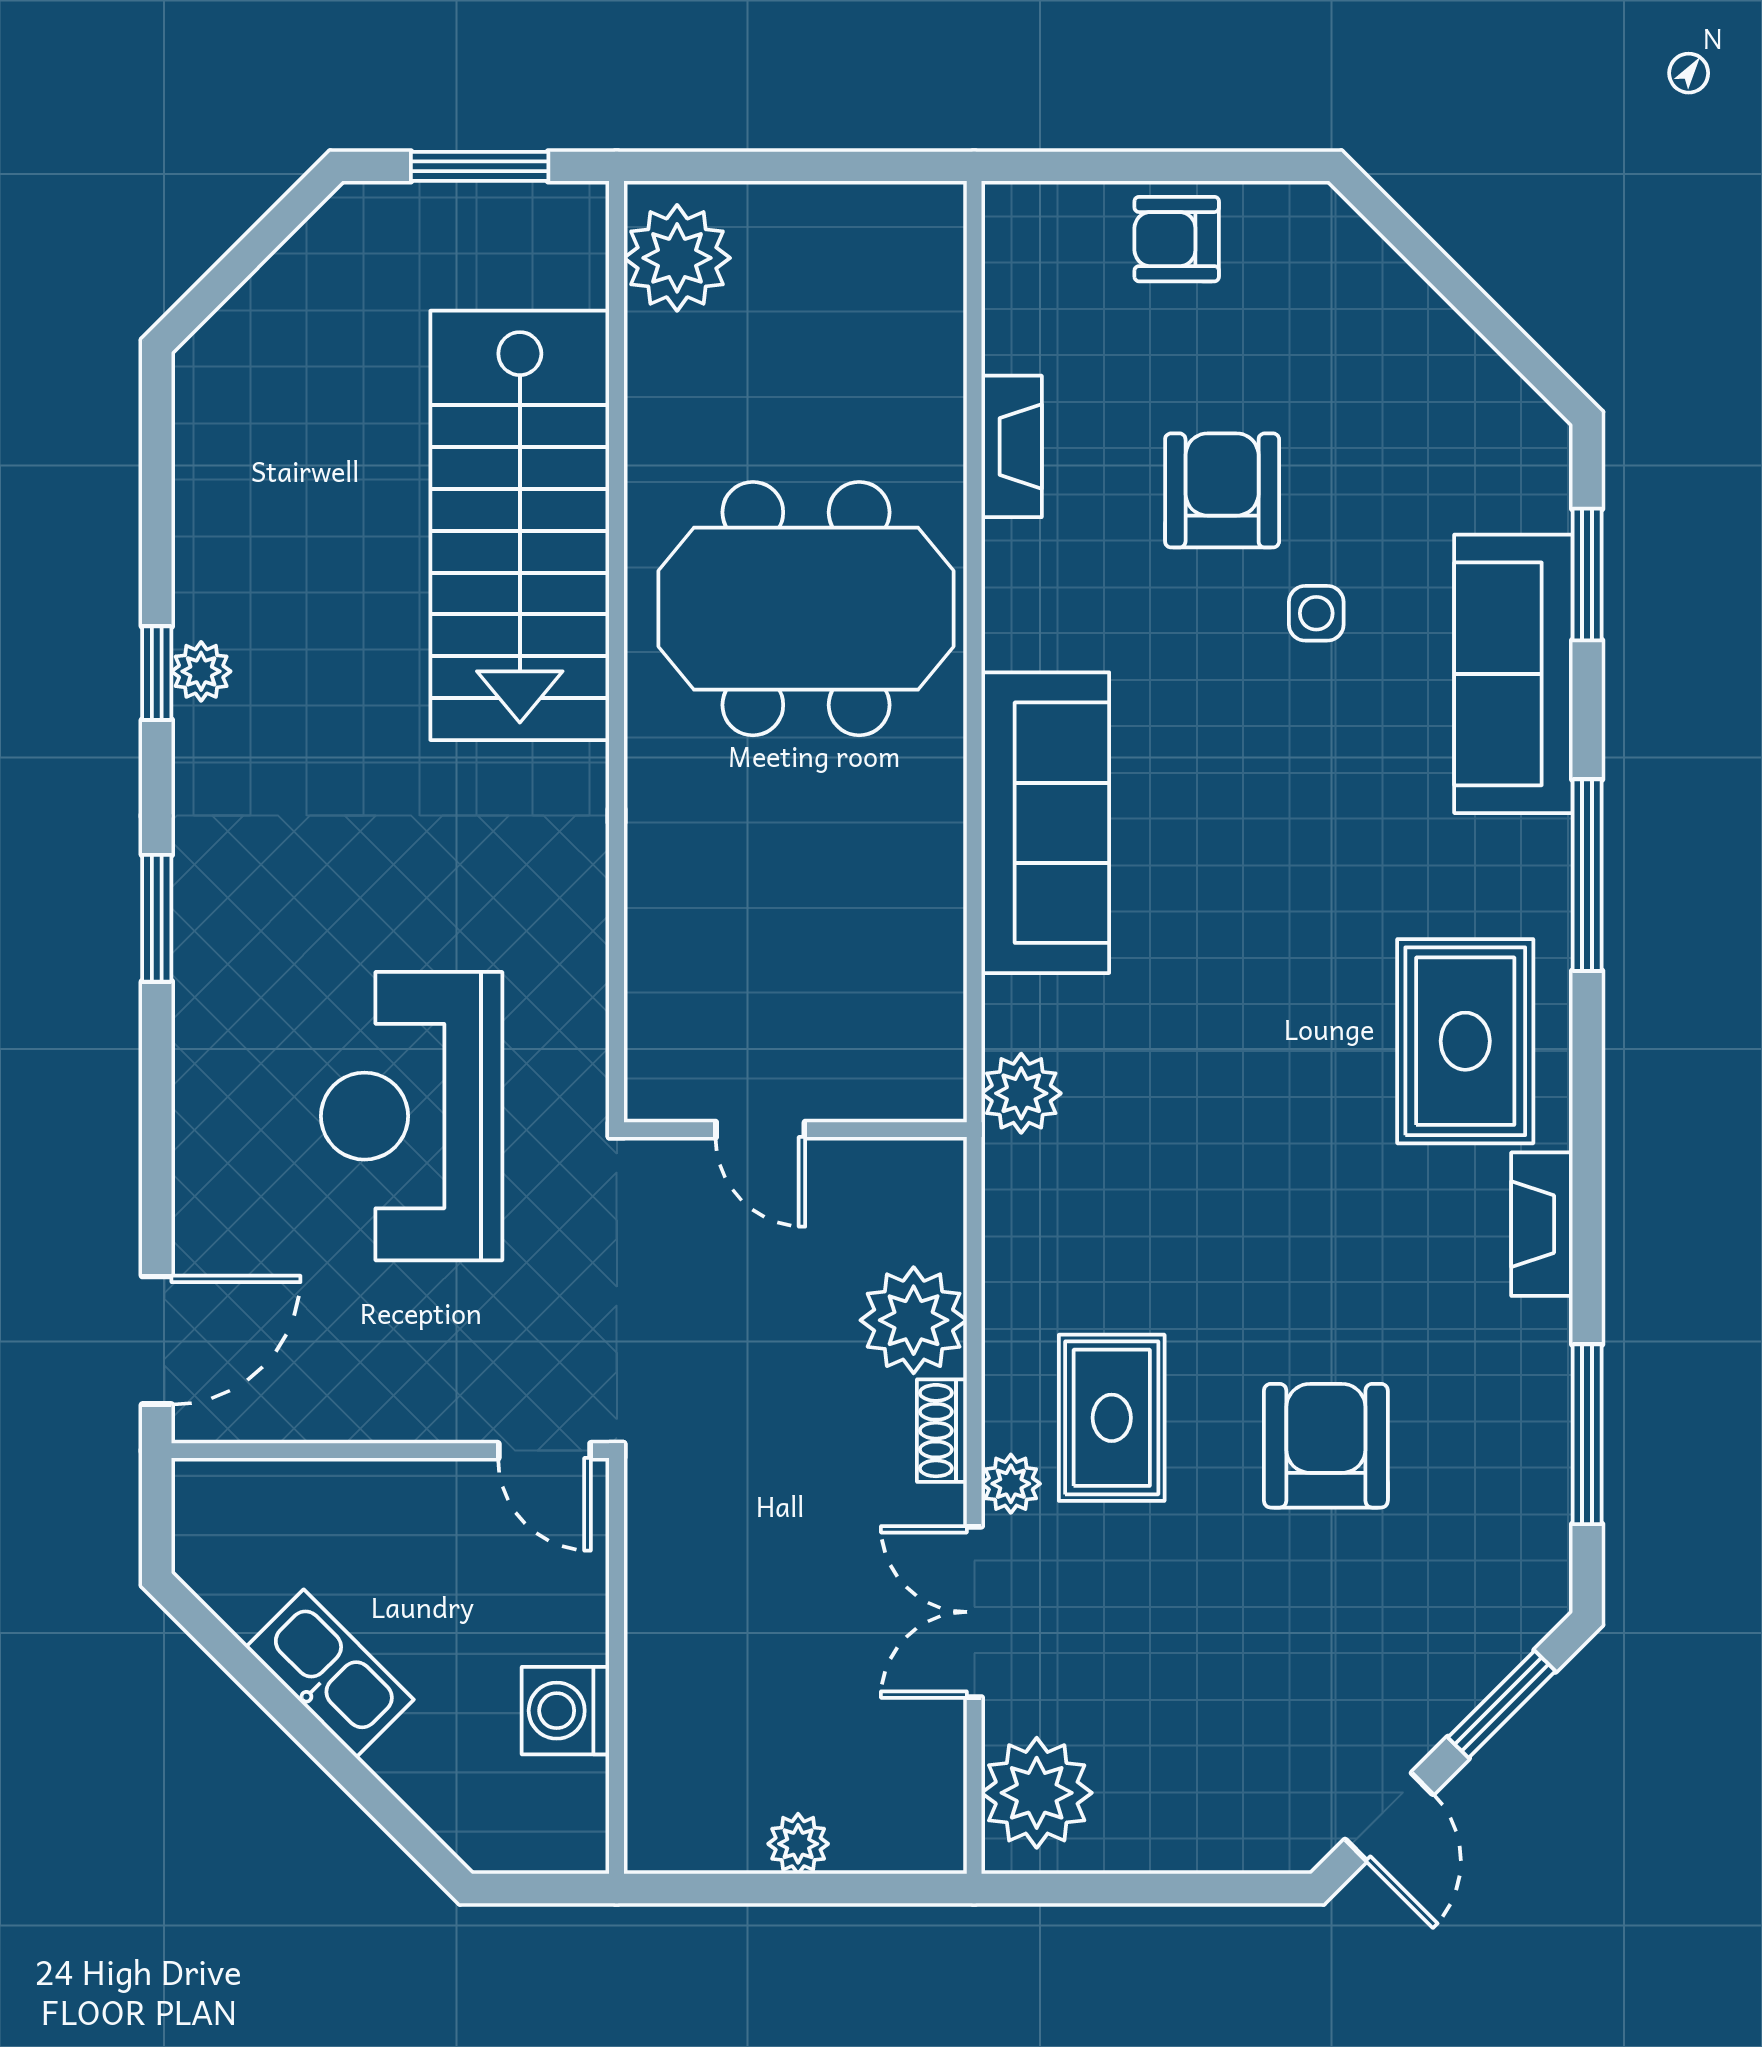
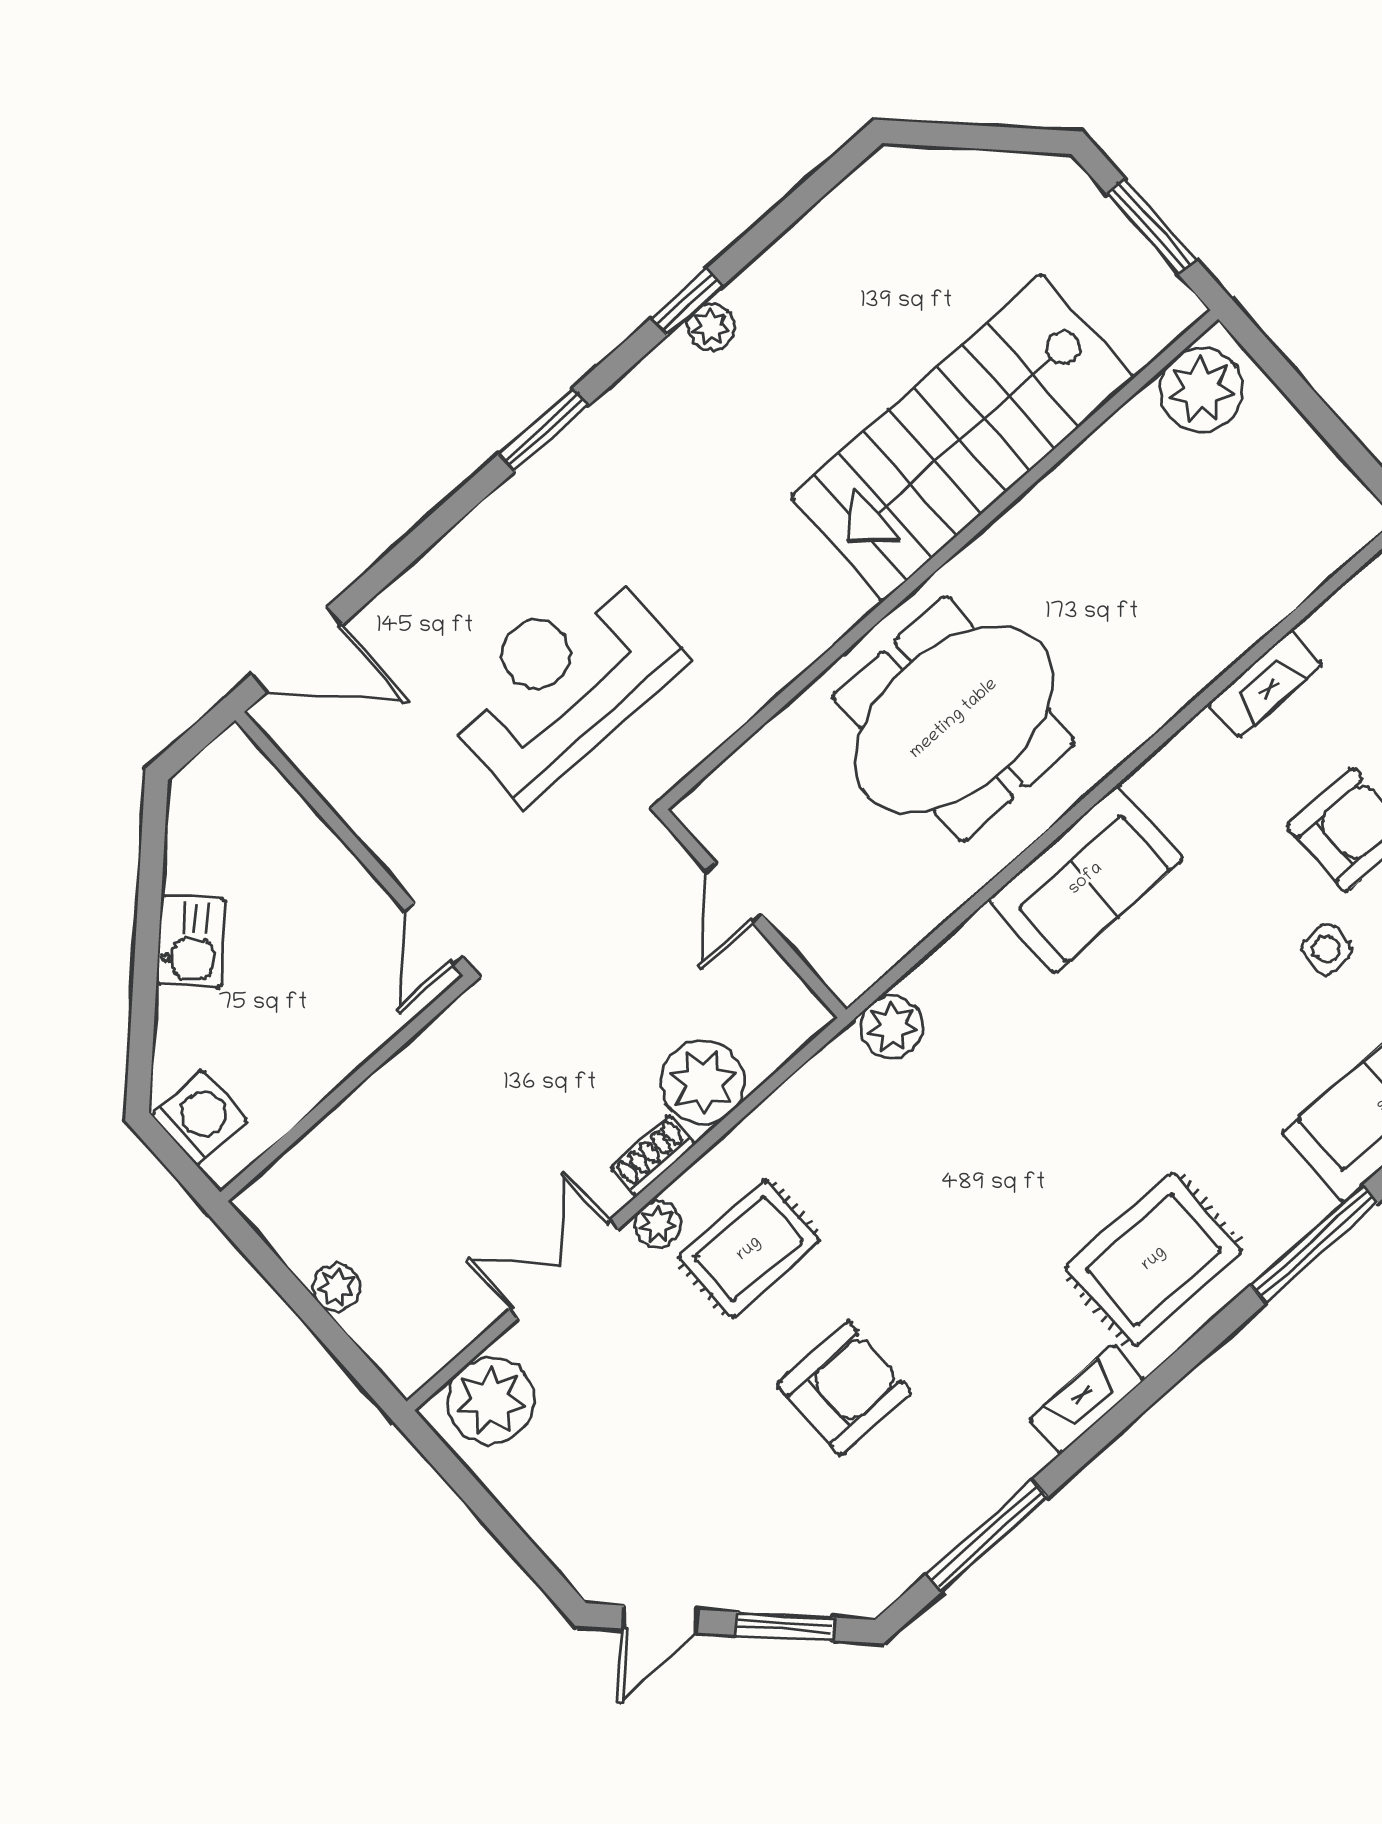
meeting table: (806, 609) -> (954, 719), moved, turned 90
sofa: (1045, 823) -> (1086, 879), width x0.73
kitchen sink: (330, 1673) -> (191, 941), width x0.73
washing machine: (565, 1711) -> (199, 1118), moved, turned 90

